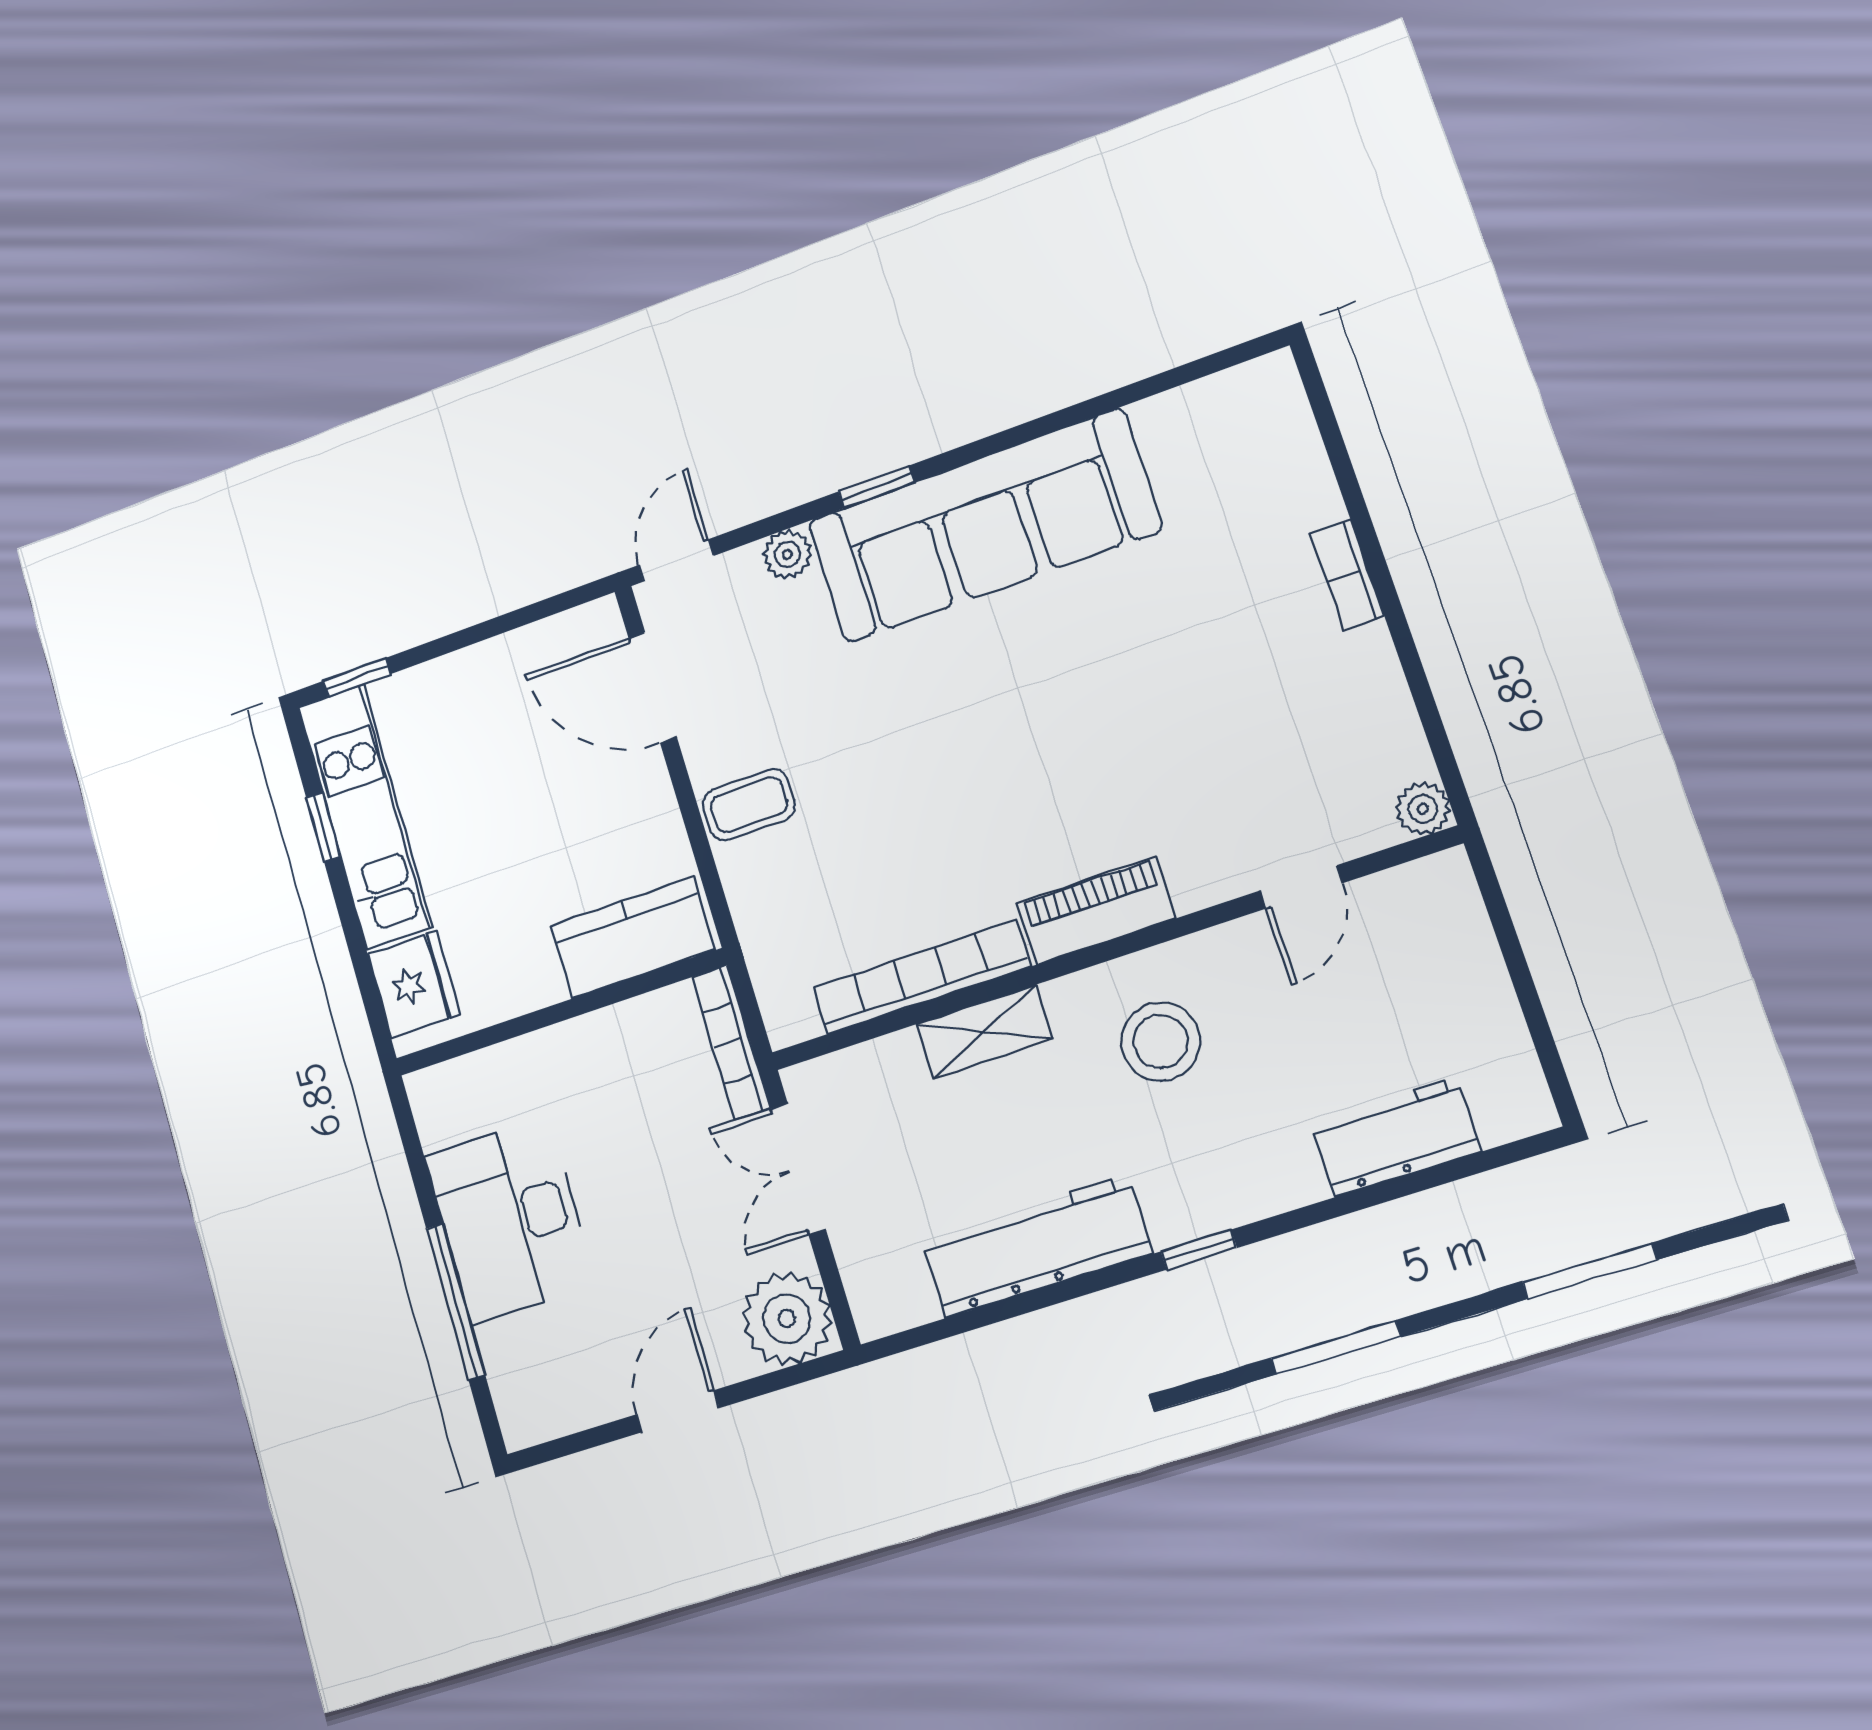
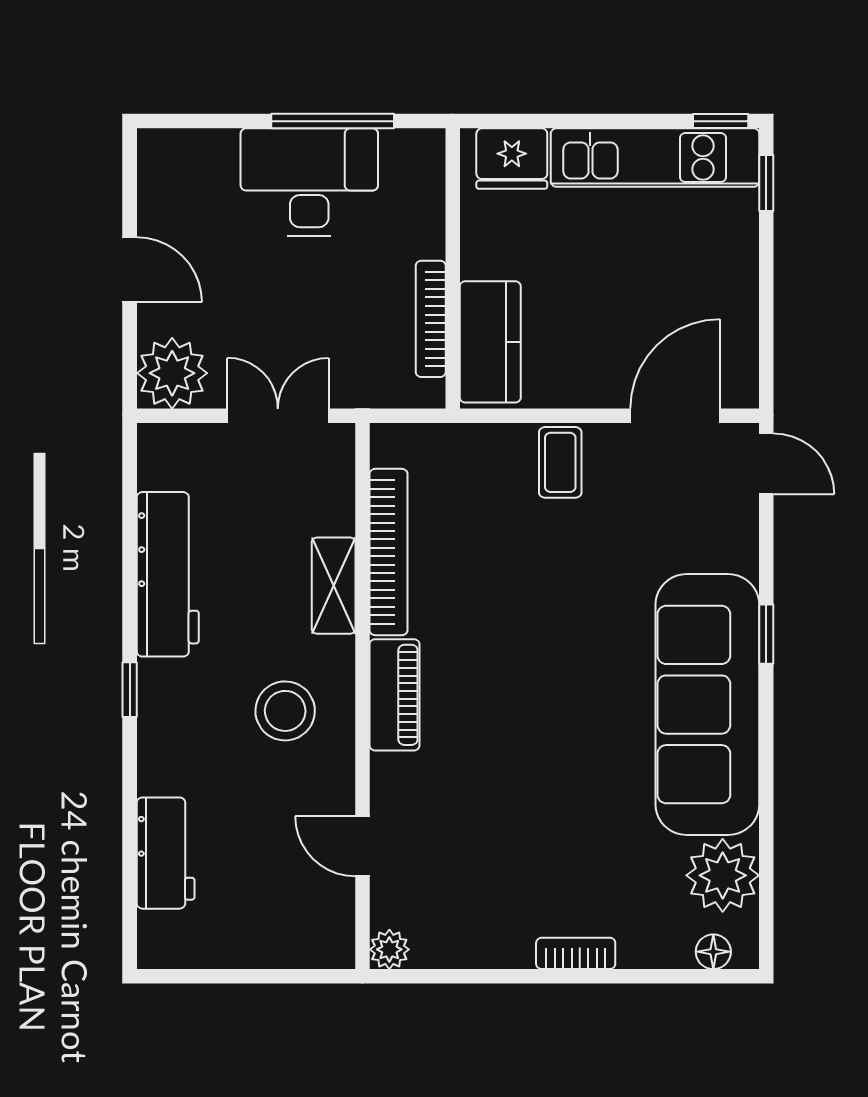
floor lamp: (1287, 408) -> (713, 952), added
plant: (787, 554) -> (723, 875), moved, width x1.87, depth x1.87
window: (323, 827) -> (721, 121), moved
bookcase: (731, 1042) -> (431, 319), moved, turned -90
window: (456, 1302) -> (333, 121), moved

